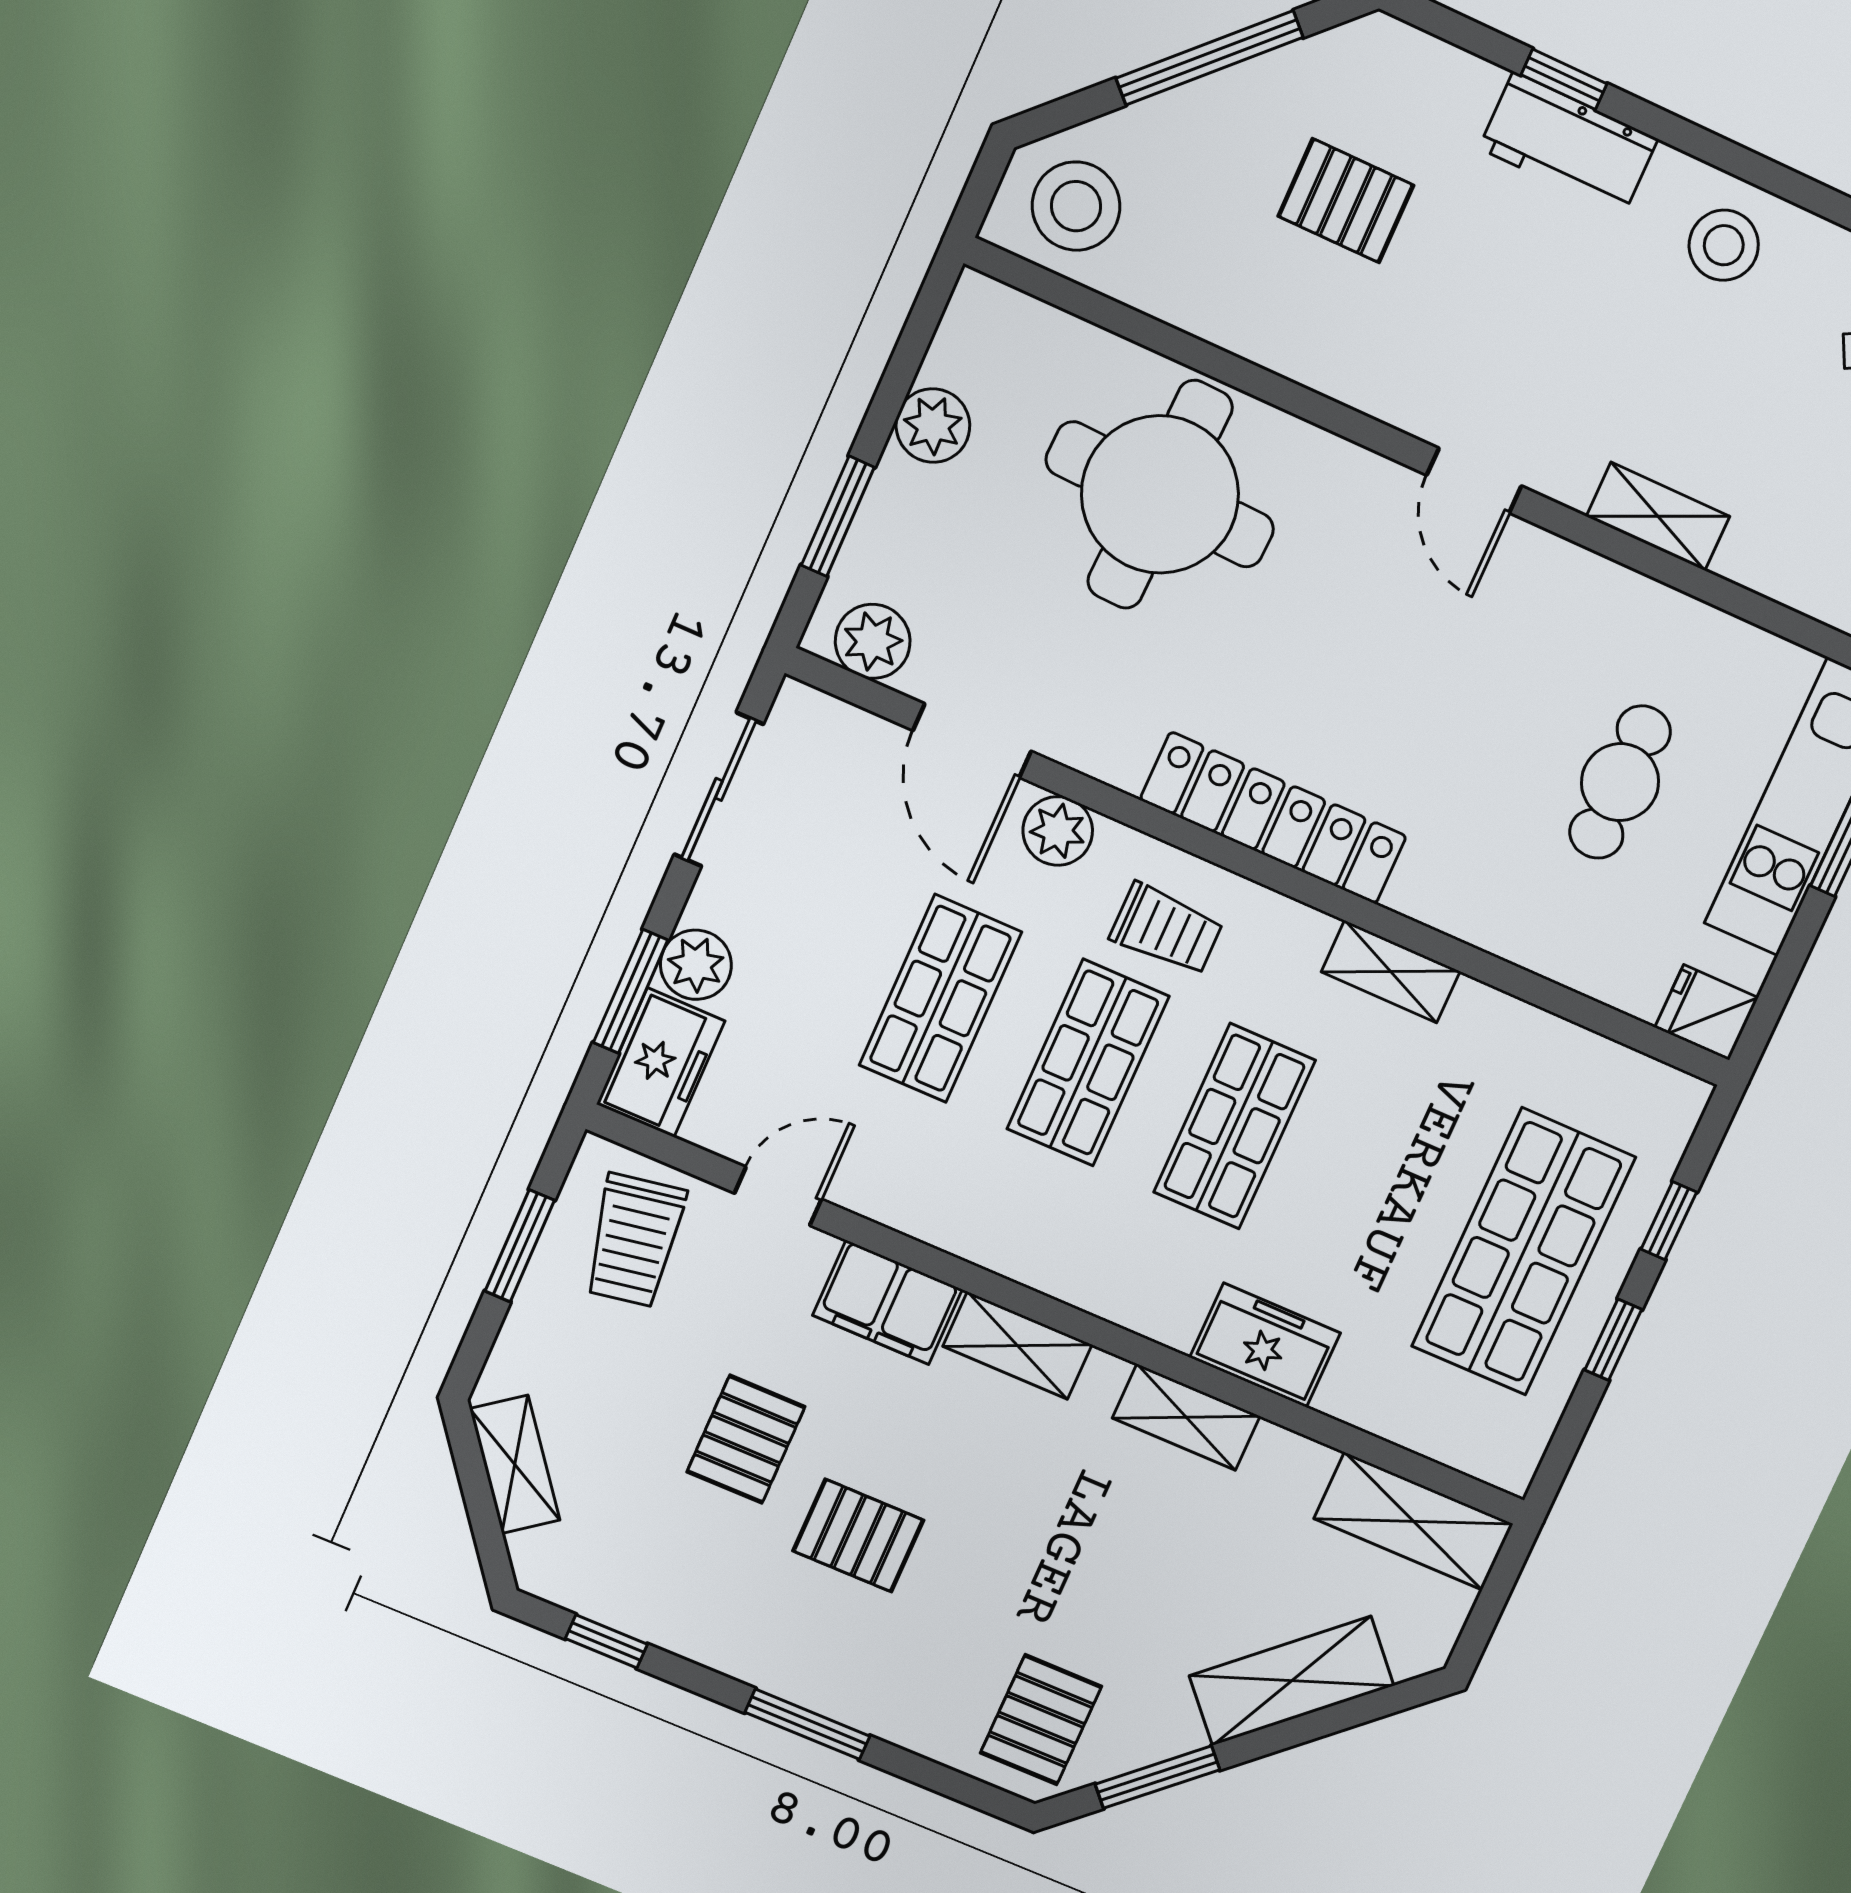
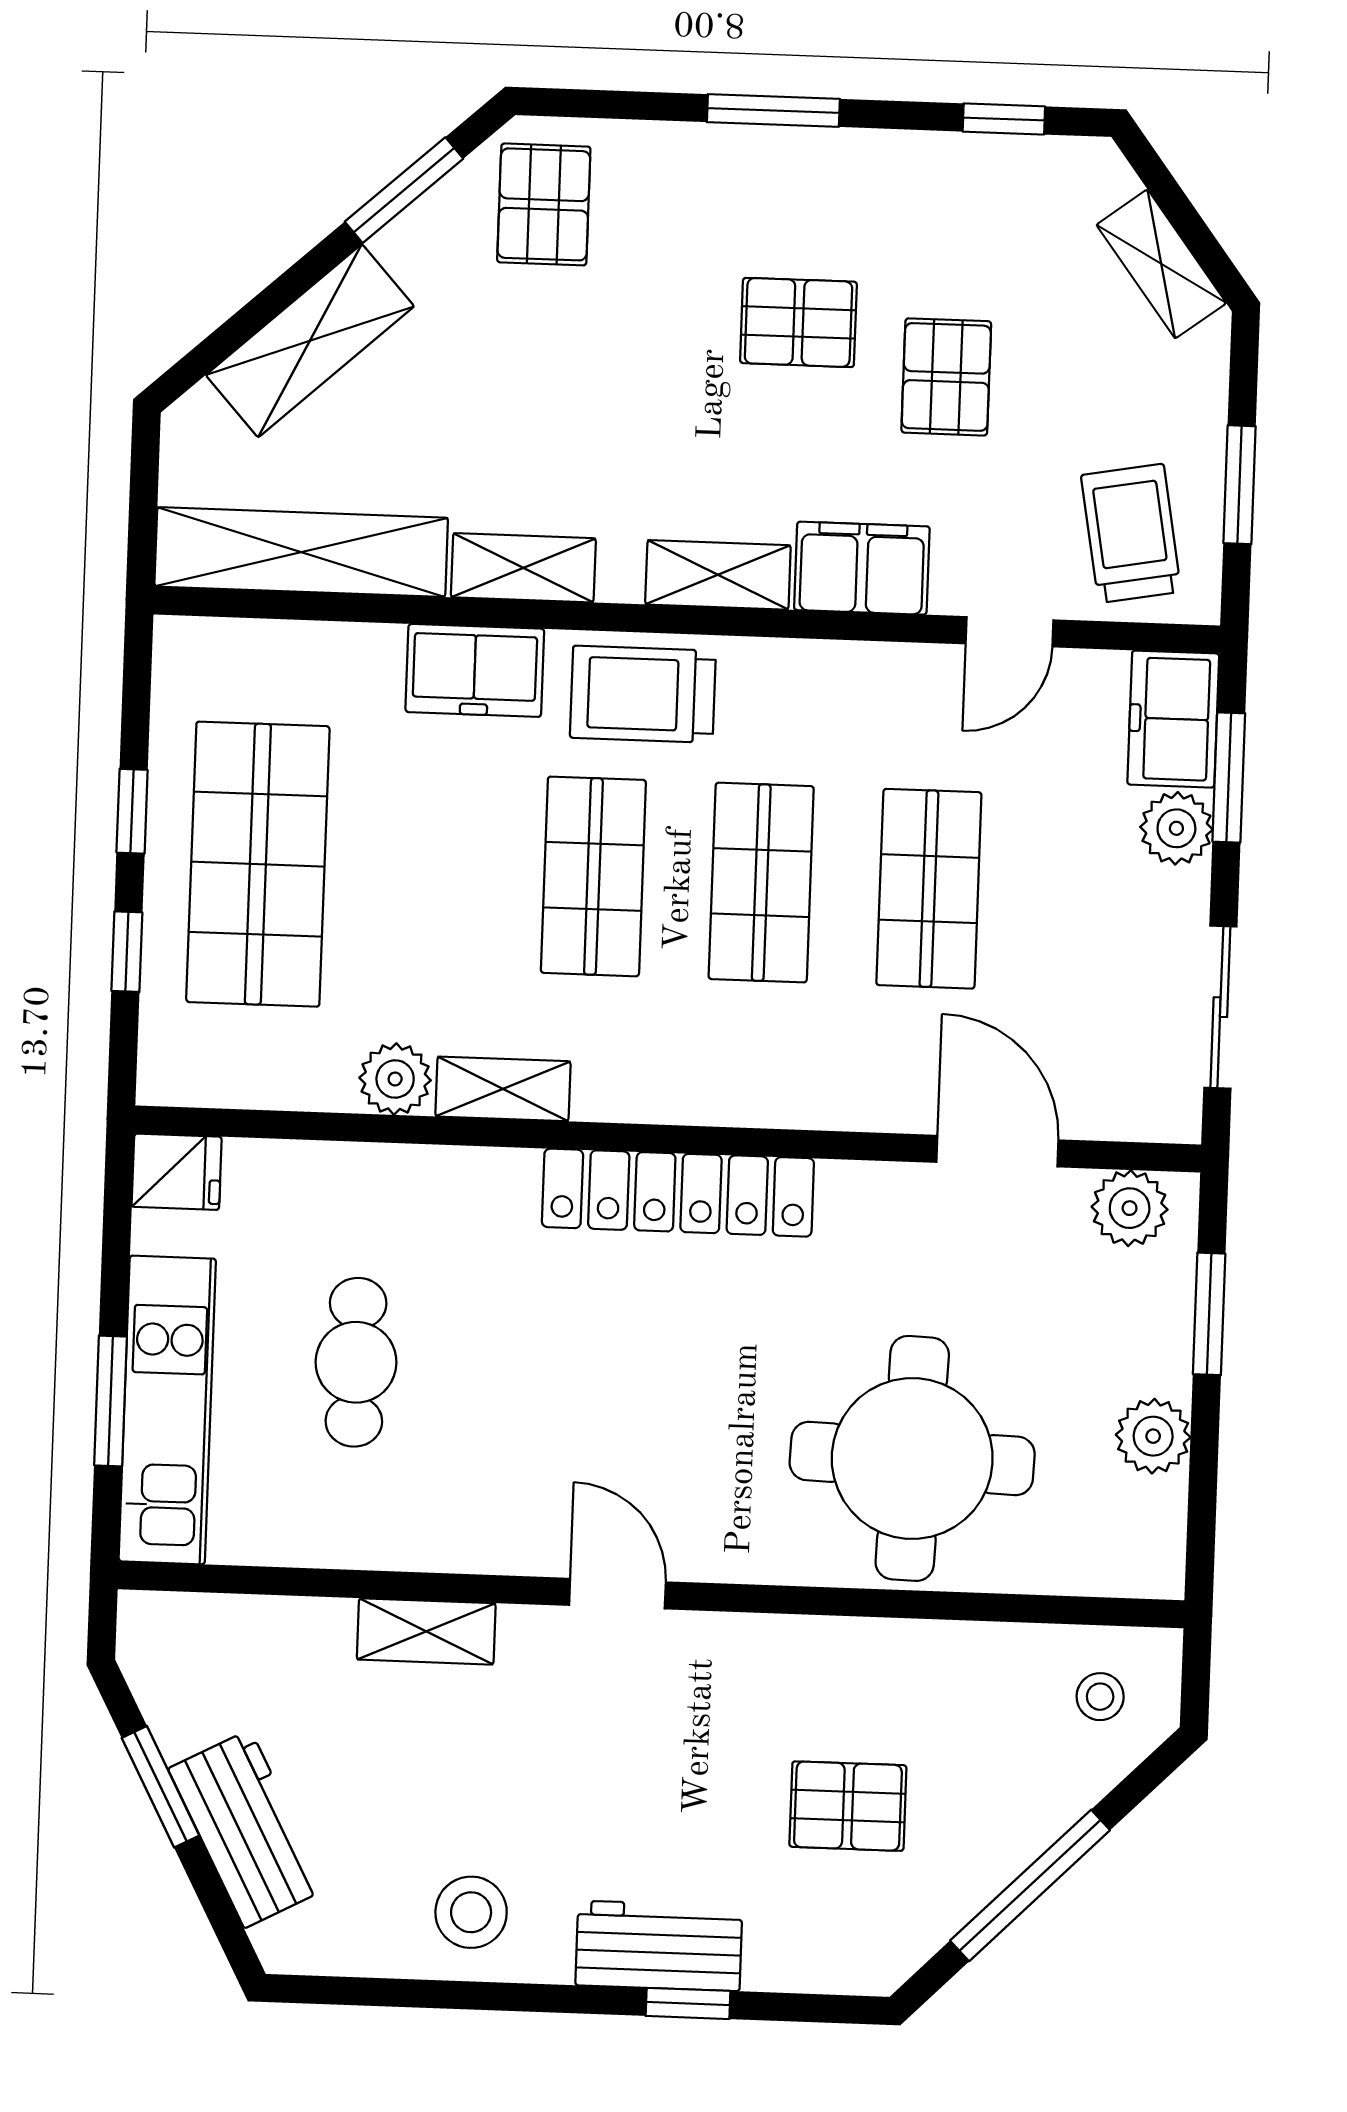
stool: (1076, 206) -> (1100, 1697), width x0.53, depth x0.53
plant: (1058, 831) -> (395, 1079), moved
trolley: (1166, 929) -> (643, 694), moved, width x1.36, depth x1.39
shelving: (1413, 1521) -> (301, 552), width x1.47

